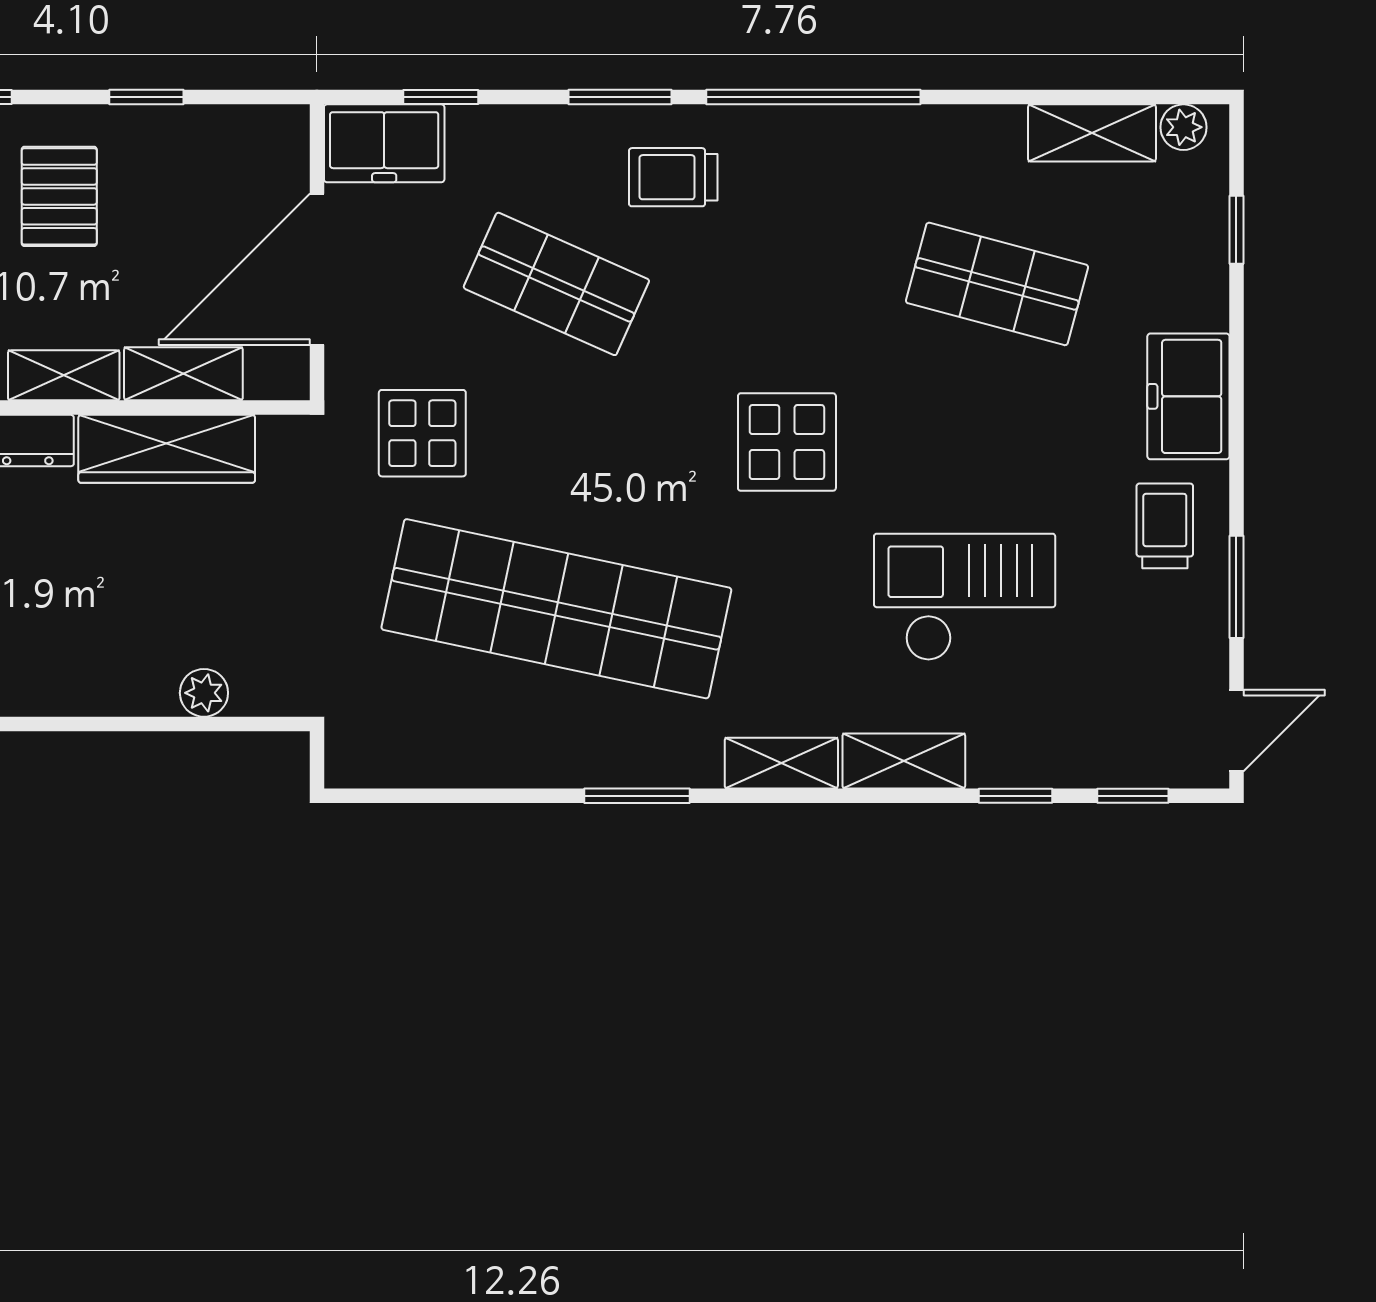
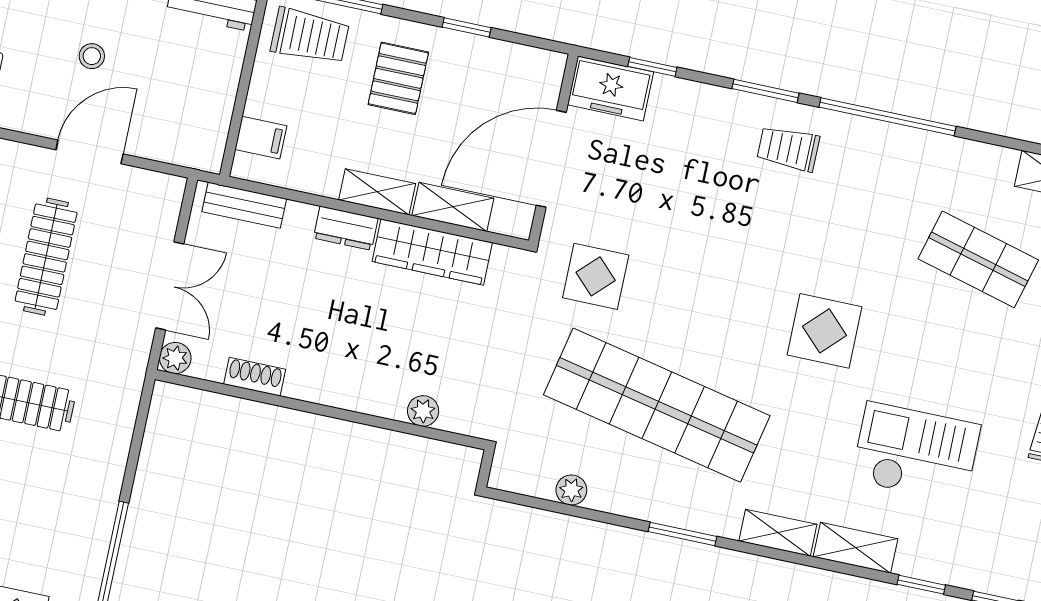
shop shelf: (556, 284) -> (700, 200), removed
plant: (454, 765) -> (571, 490), added

